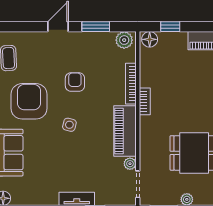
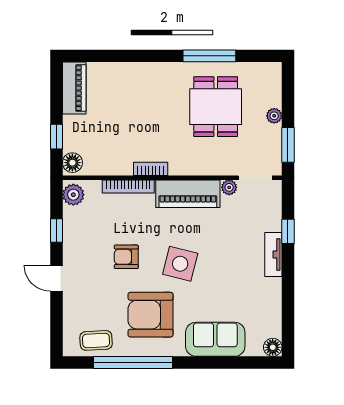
window: (96, 27) -> (56, 231), width x0.67
side table: (69, 125) -> (180, 264), width x1.87, depth x1.87

